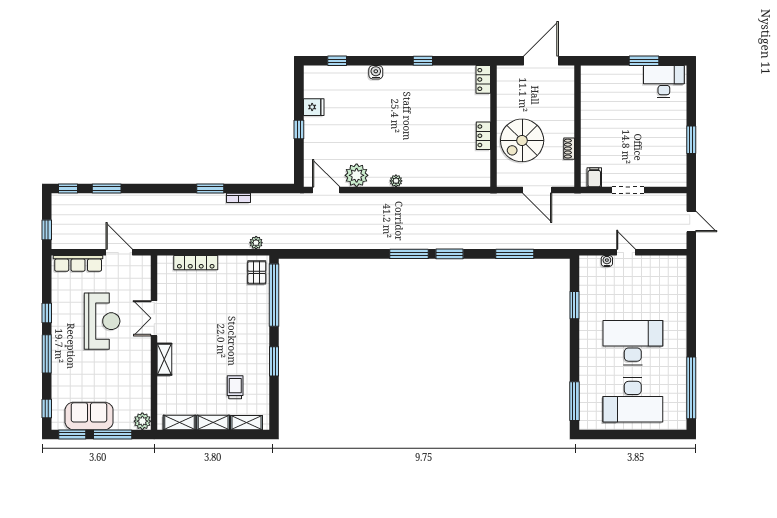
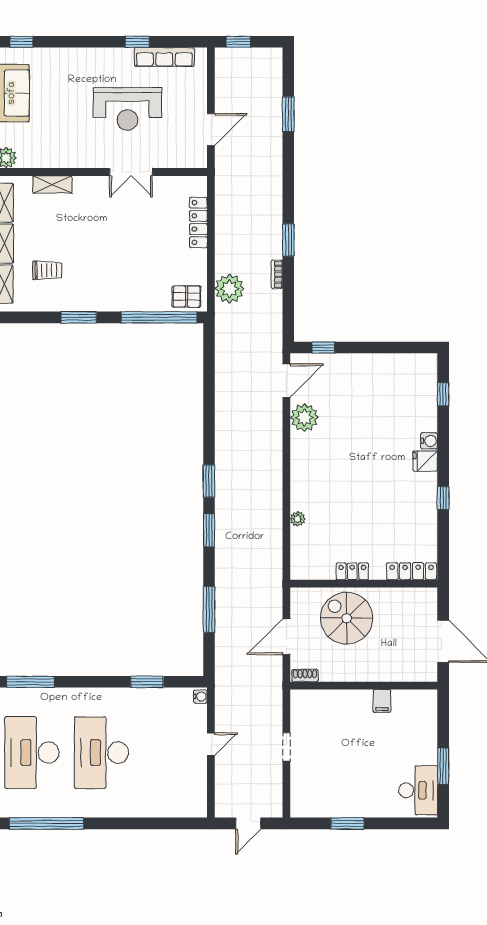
locker: (483, 79) -> (412, 571), width x1.53
fridge: (314, 107) -> (425, 461), moved, turned 90
window: (299, 129) -> (323, 348), moved
shoe rack: (569, 149) -> (305, 675), moved
filing cabinet: (594, 177) -> (382, 701), moved, turned 90
plant: (396, 181) -> (298, 519), moved
window: (68, 188) -> (288, 68), removed
doorway: (628, 190) -> (286, 747), width x0.73
plant: (256, 243) -> (229, 289), width x1.87, depth x1.87
window: (409, 254) -> (209, 481), width x0.69
water cooler: (607, 261) -> (200, 697), moved
row of seats: (78, 263) -> (164, 57), moved, turned -90
double door: (154, 318) -> (131, 172), swing flipped
desk: (633, 343) -> (101, 753), turned 180
window: (47, 354) -> (88, 42), removed
shelving: (164, 359) -> (52, 185), moved

